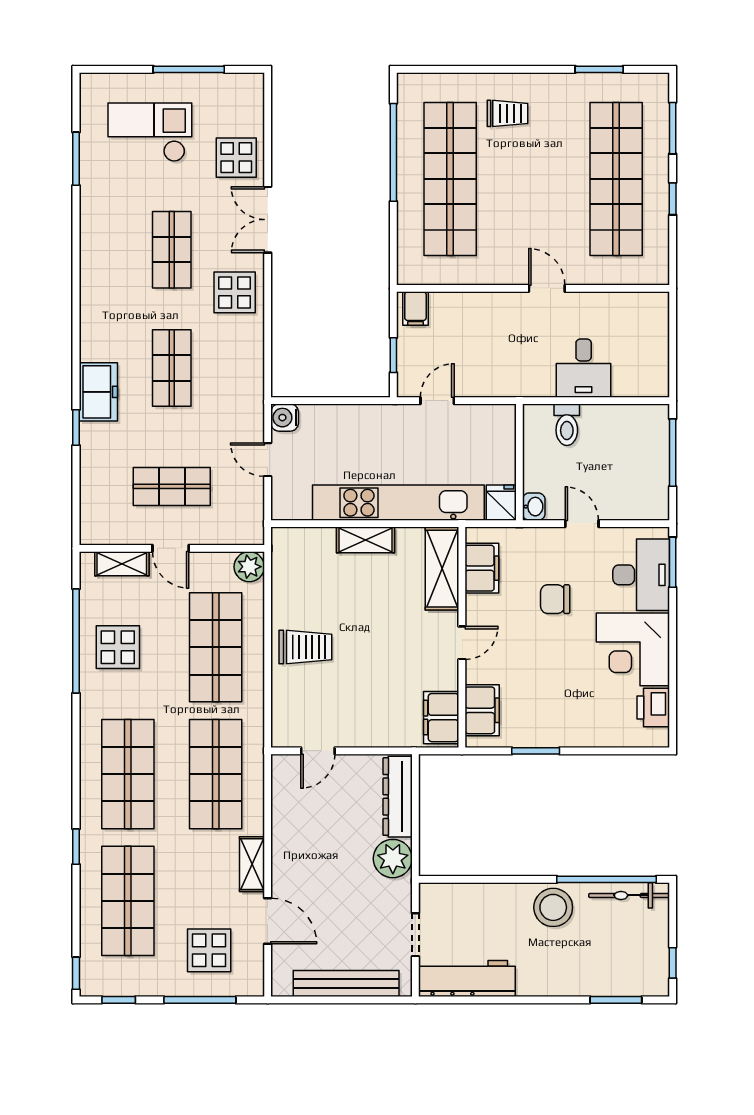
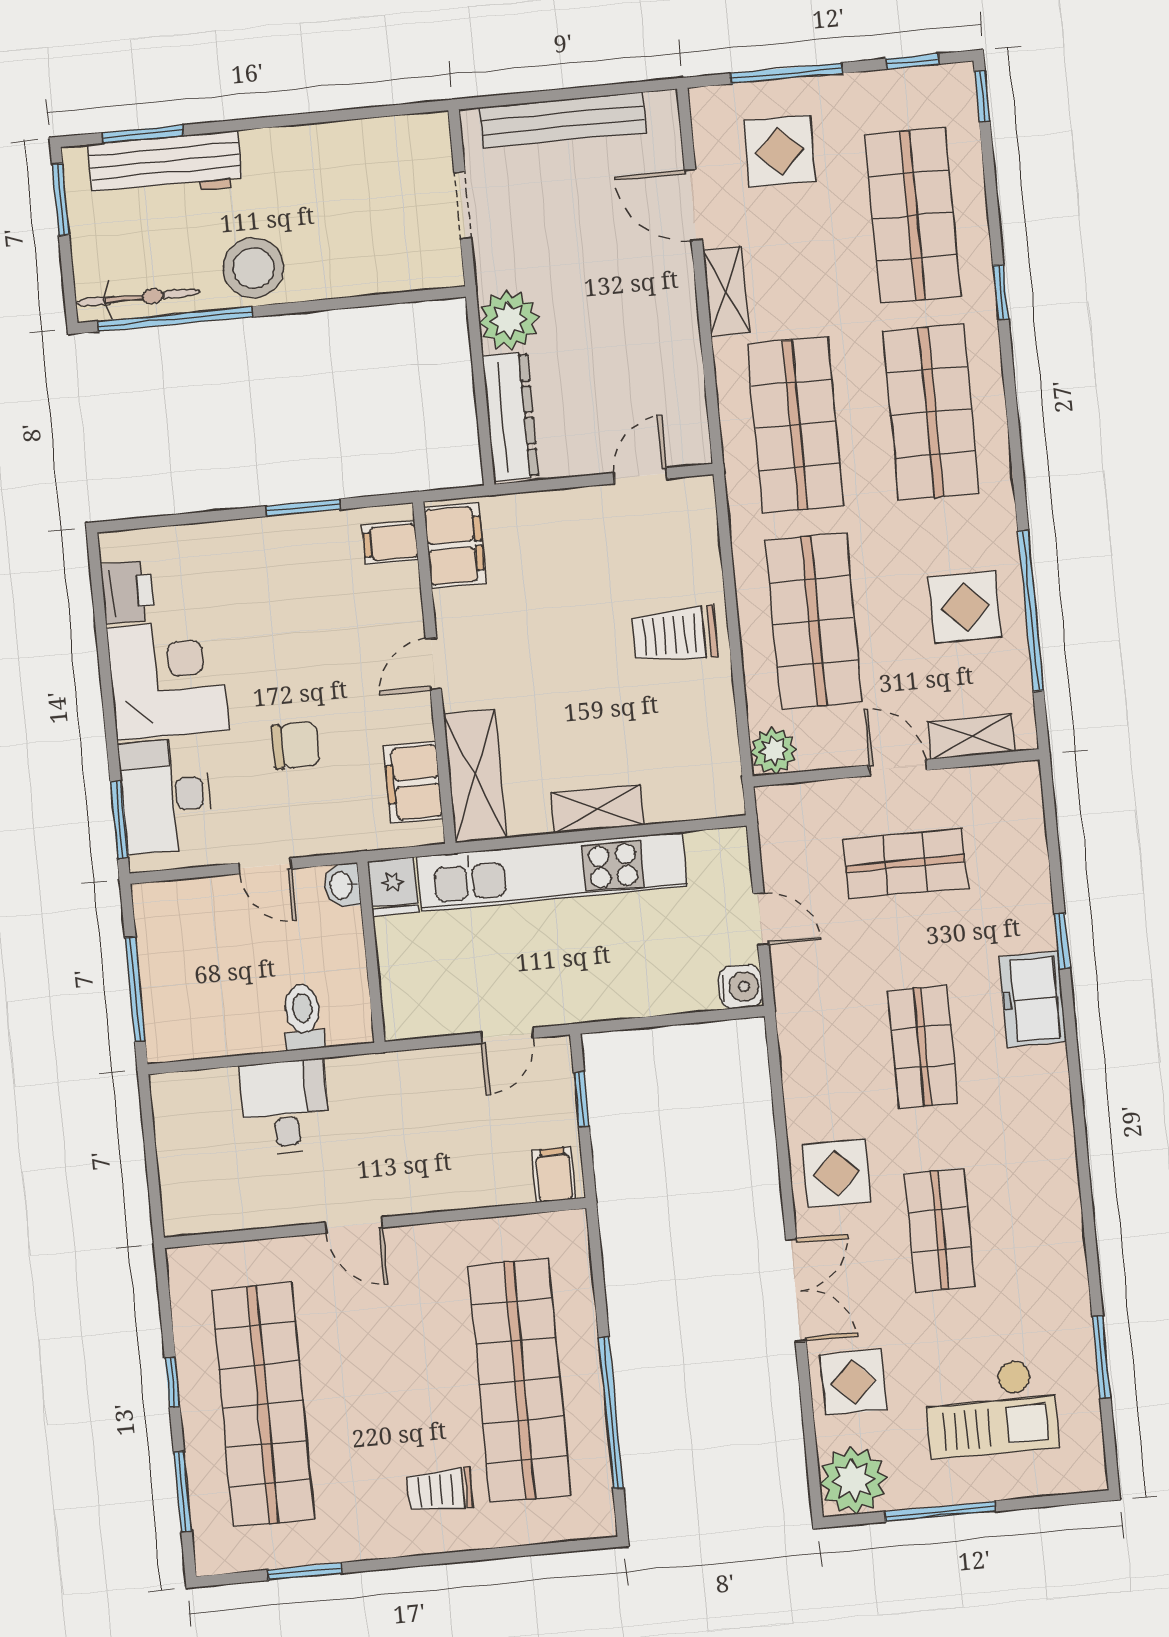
plant: (242, 95) -> (853, 1480), added
filing cabinet: (482, 710) -> (390, 543), width x0.50
window: (673, 963) -> (60, 200), width x1.50
workbench: (467, 978) -> (165, 165), moved

